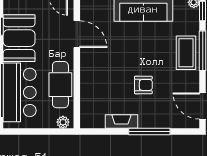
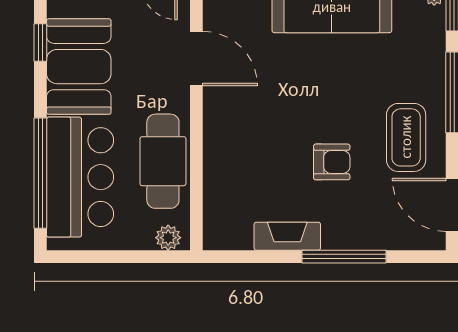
coffee table: (186, 53) -> (406, 137), moved

